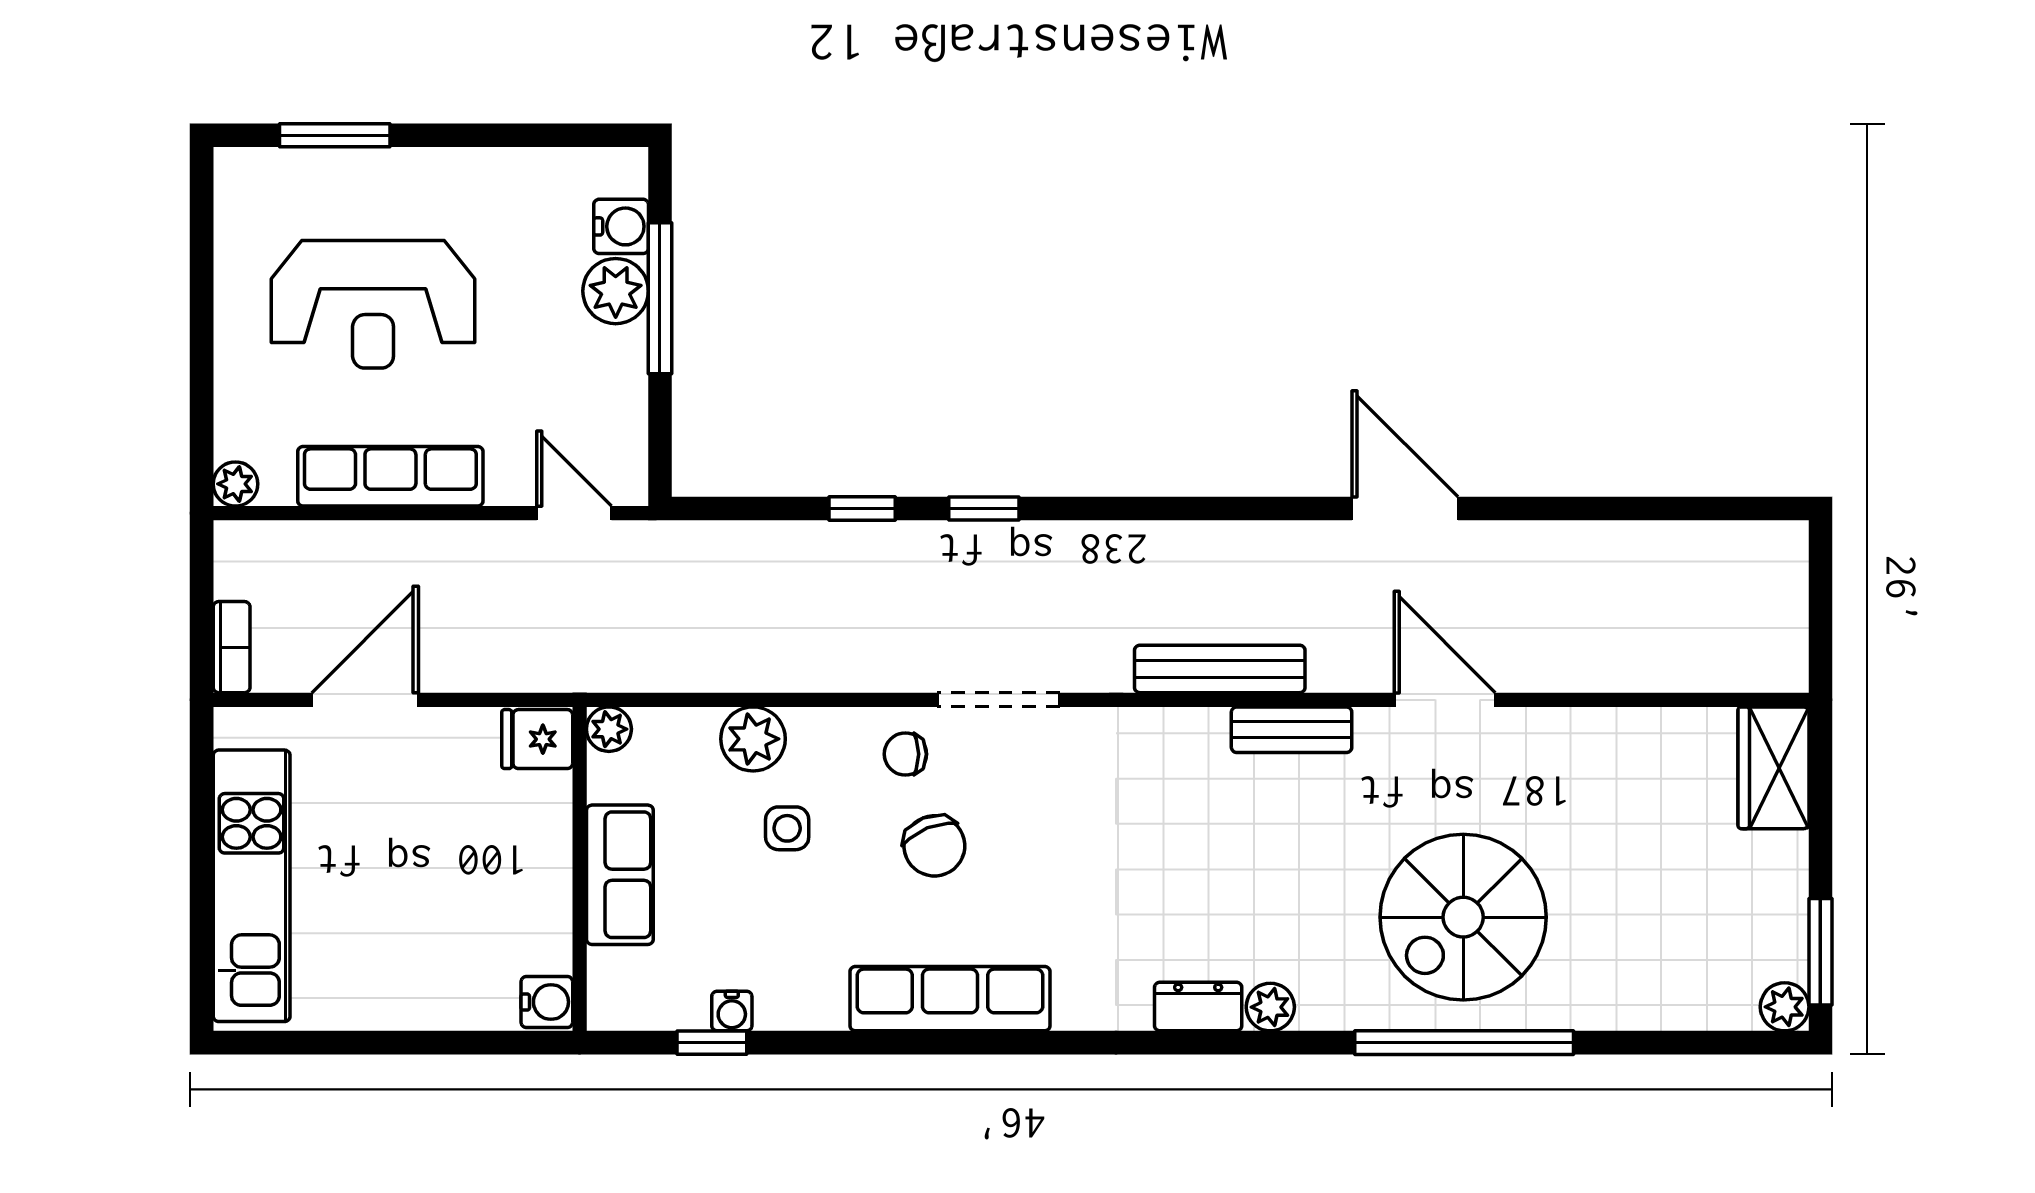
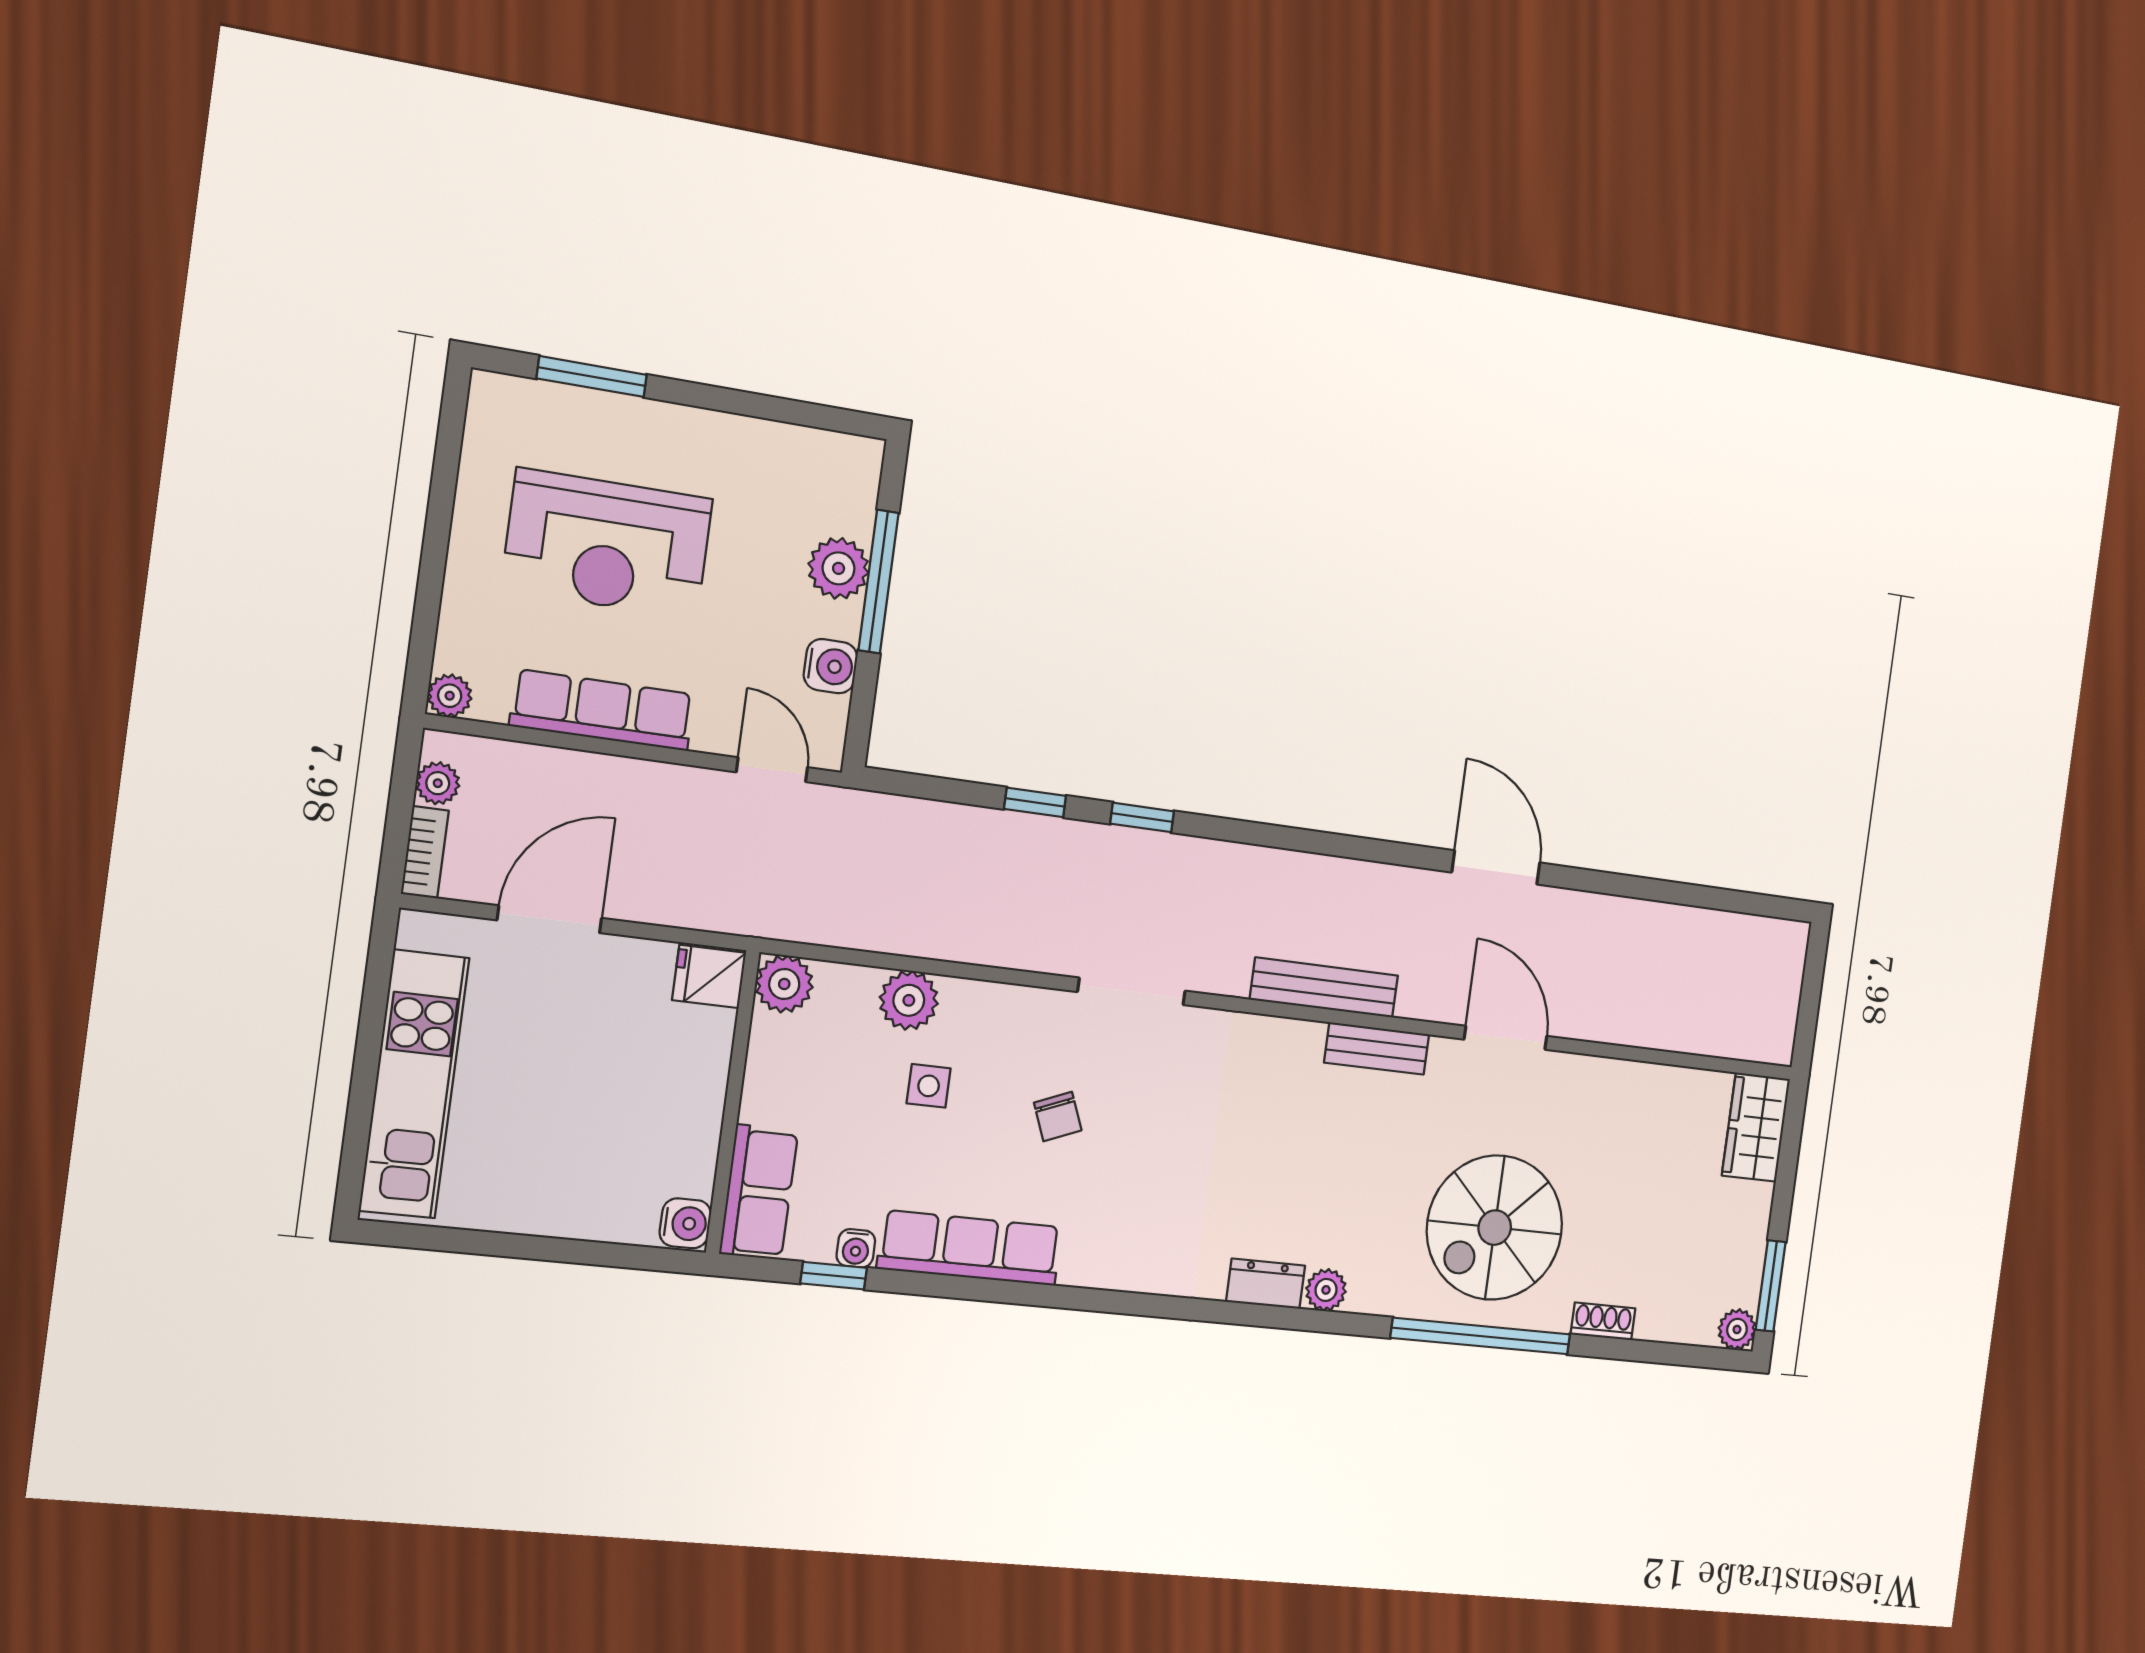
water cooler: (621, 226) -> (831, 666), moved
plant: (235, 575) -> (438, 783), added
plant: (609, 729) -> (784, 984), width x1.38, depth x1.38
chair: (905, 754) -> (1043, 1030), removed
chair: (934, 846) -> (1058, 1117), width x0.73, depth x0.73
row of seats: (620, 875) -> (759, 1192), moved
row of seats: (950, 999) -> (970, 1248), moved
shoe rack: (1613, 1012) -> (1603, 1321), added

